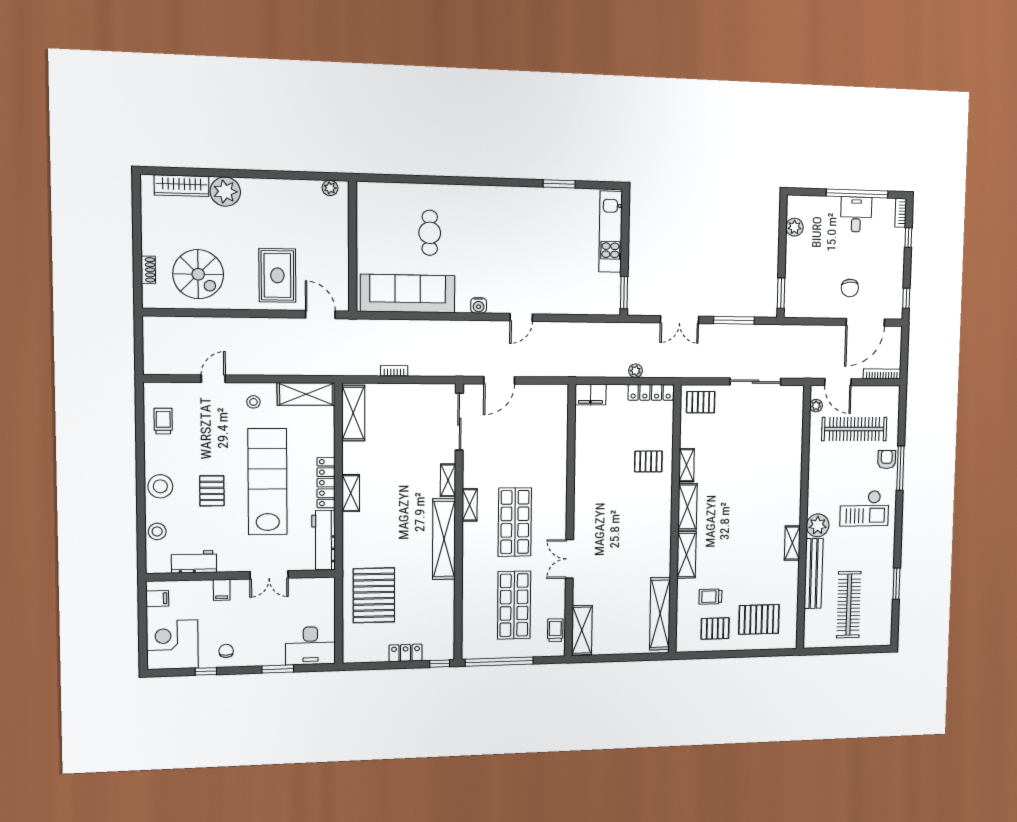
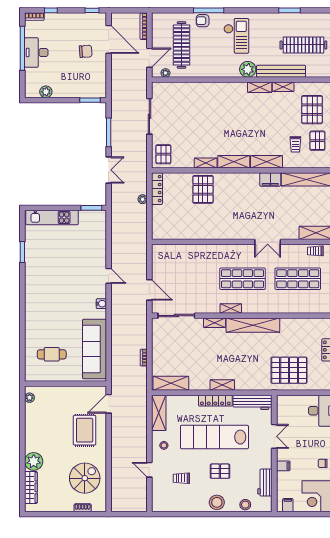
desk: (856, 214) -> (36, 52), width x1.37
cafe table: (430, 233) -> (52, 354), moved
rug: (277, 275) -> (85, 430), turned 90
filing cabinet: (591, 395) -> (270, 180), moved, turned 90
trolley: (163, 421) -> (181, 478), moved
pallet: (648, 461) -> (203, 189), width x1.50, depth x1.42
shelving: (792, 577) -> (283, 87), added

